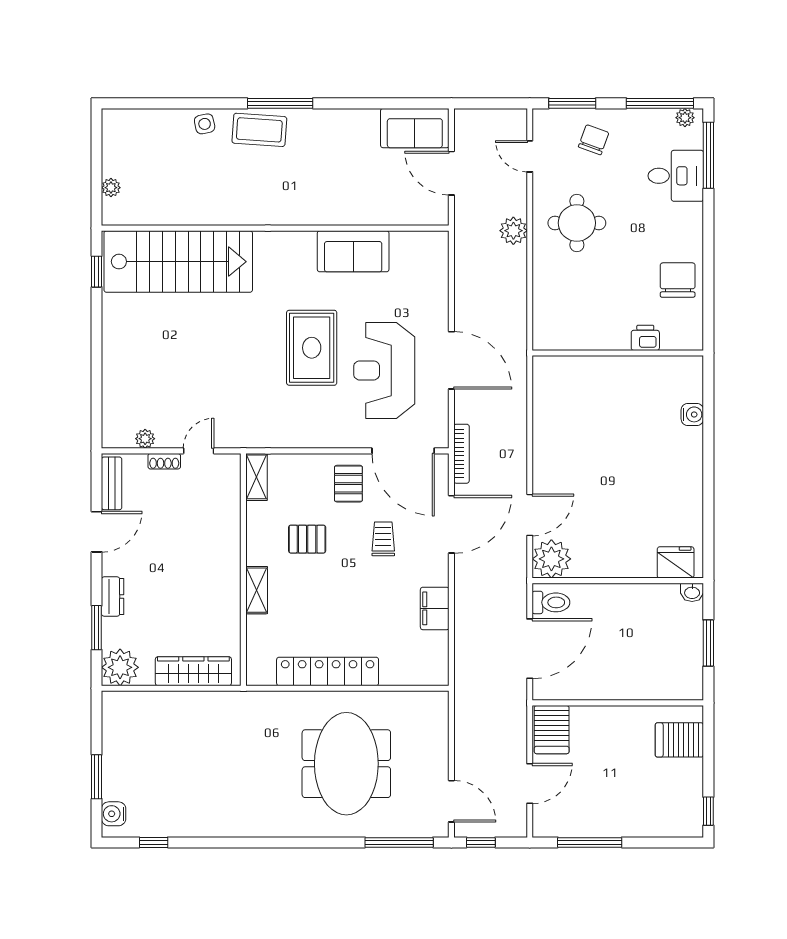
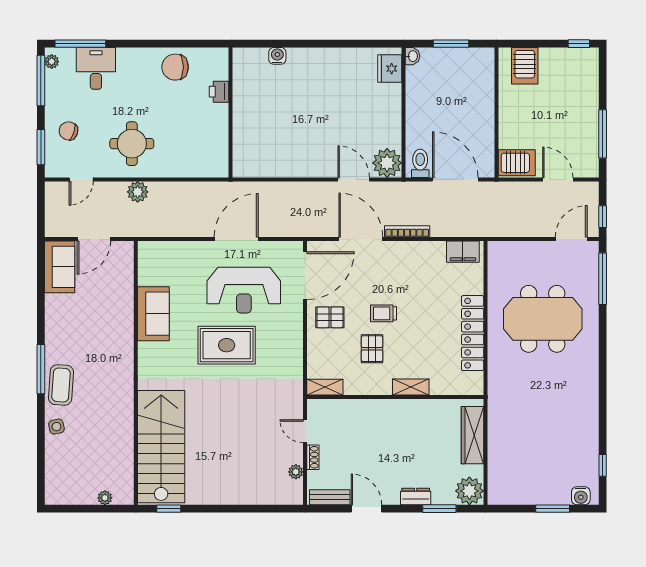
bookcase: (461, 454) -> (407, 231), moved
trolley: (383, 539) -> (384, 313), moved
filing cabinet: (435, 608) -> (463, 252), moved

